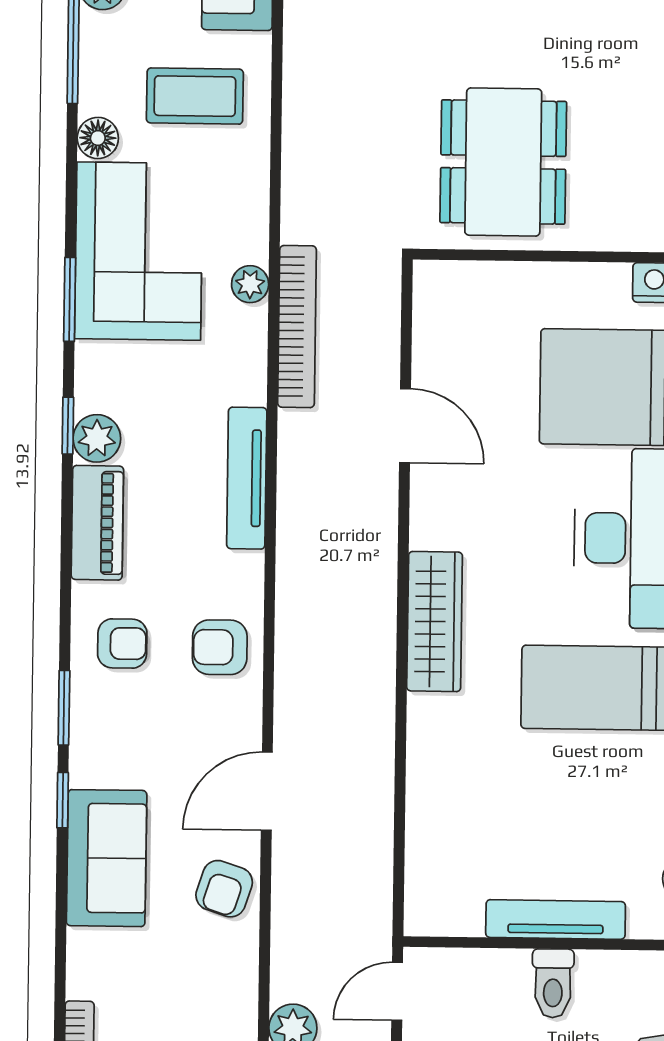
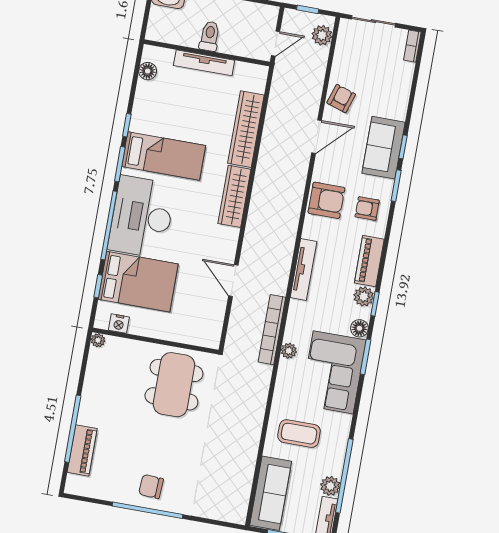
floor lamp: (98, 138) -> (359, 328), moved
armchair: (220, 647) -> (326, 200), width x1.38, depth x1.38
wardrobe: (433, 782) -> (246, 129), added
sofa: (107, 858) -> (383, 148), moved

